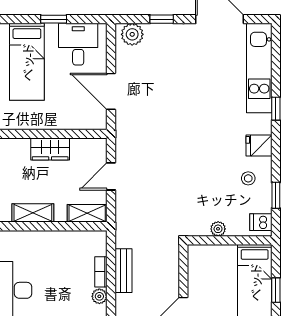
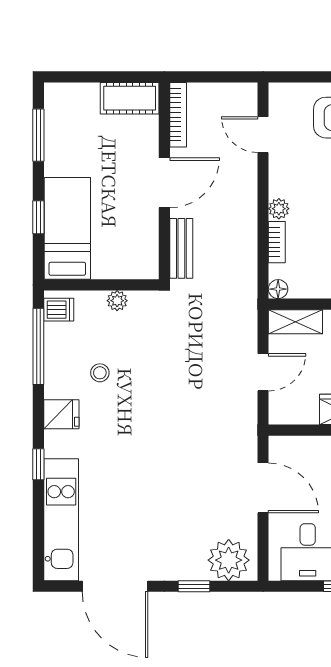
plant: (132, 34) -> (229, 560), width x1.36, depth x1.36
stool: (248, 178) -> (100, 373), moved
window: (276, 195) -> (38, 346), width x2.17
floor lamp: (100, 237) -> (278, 289), added
bench: (123, 271) -> (181, 248), moved

